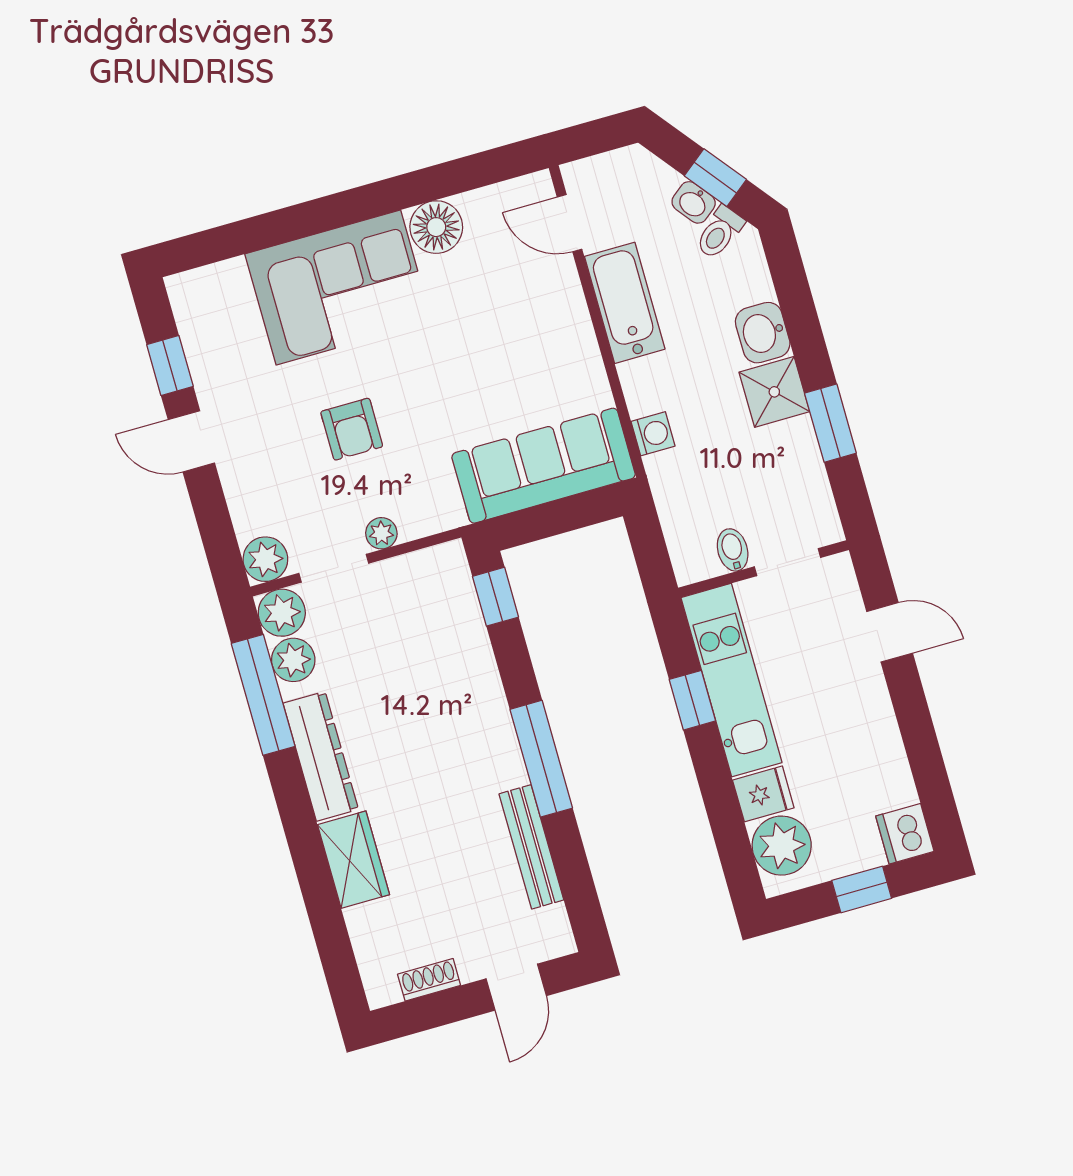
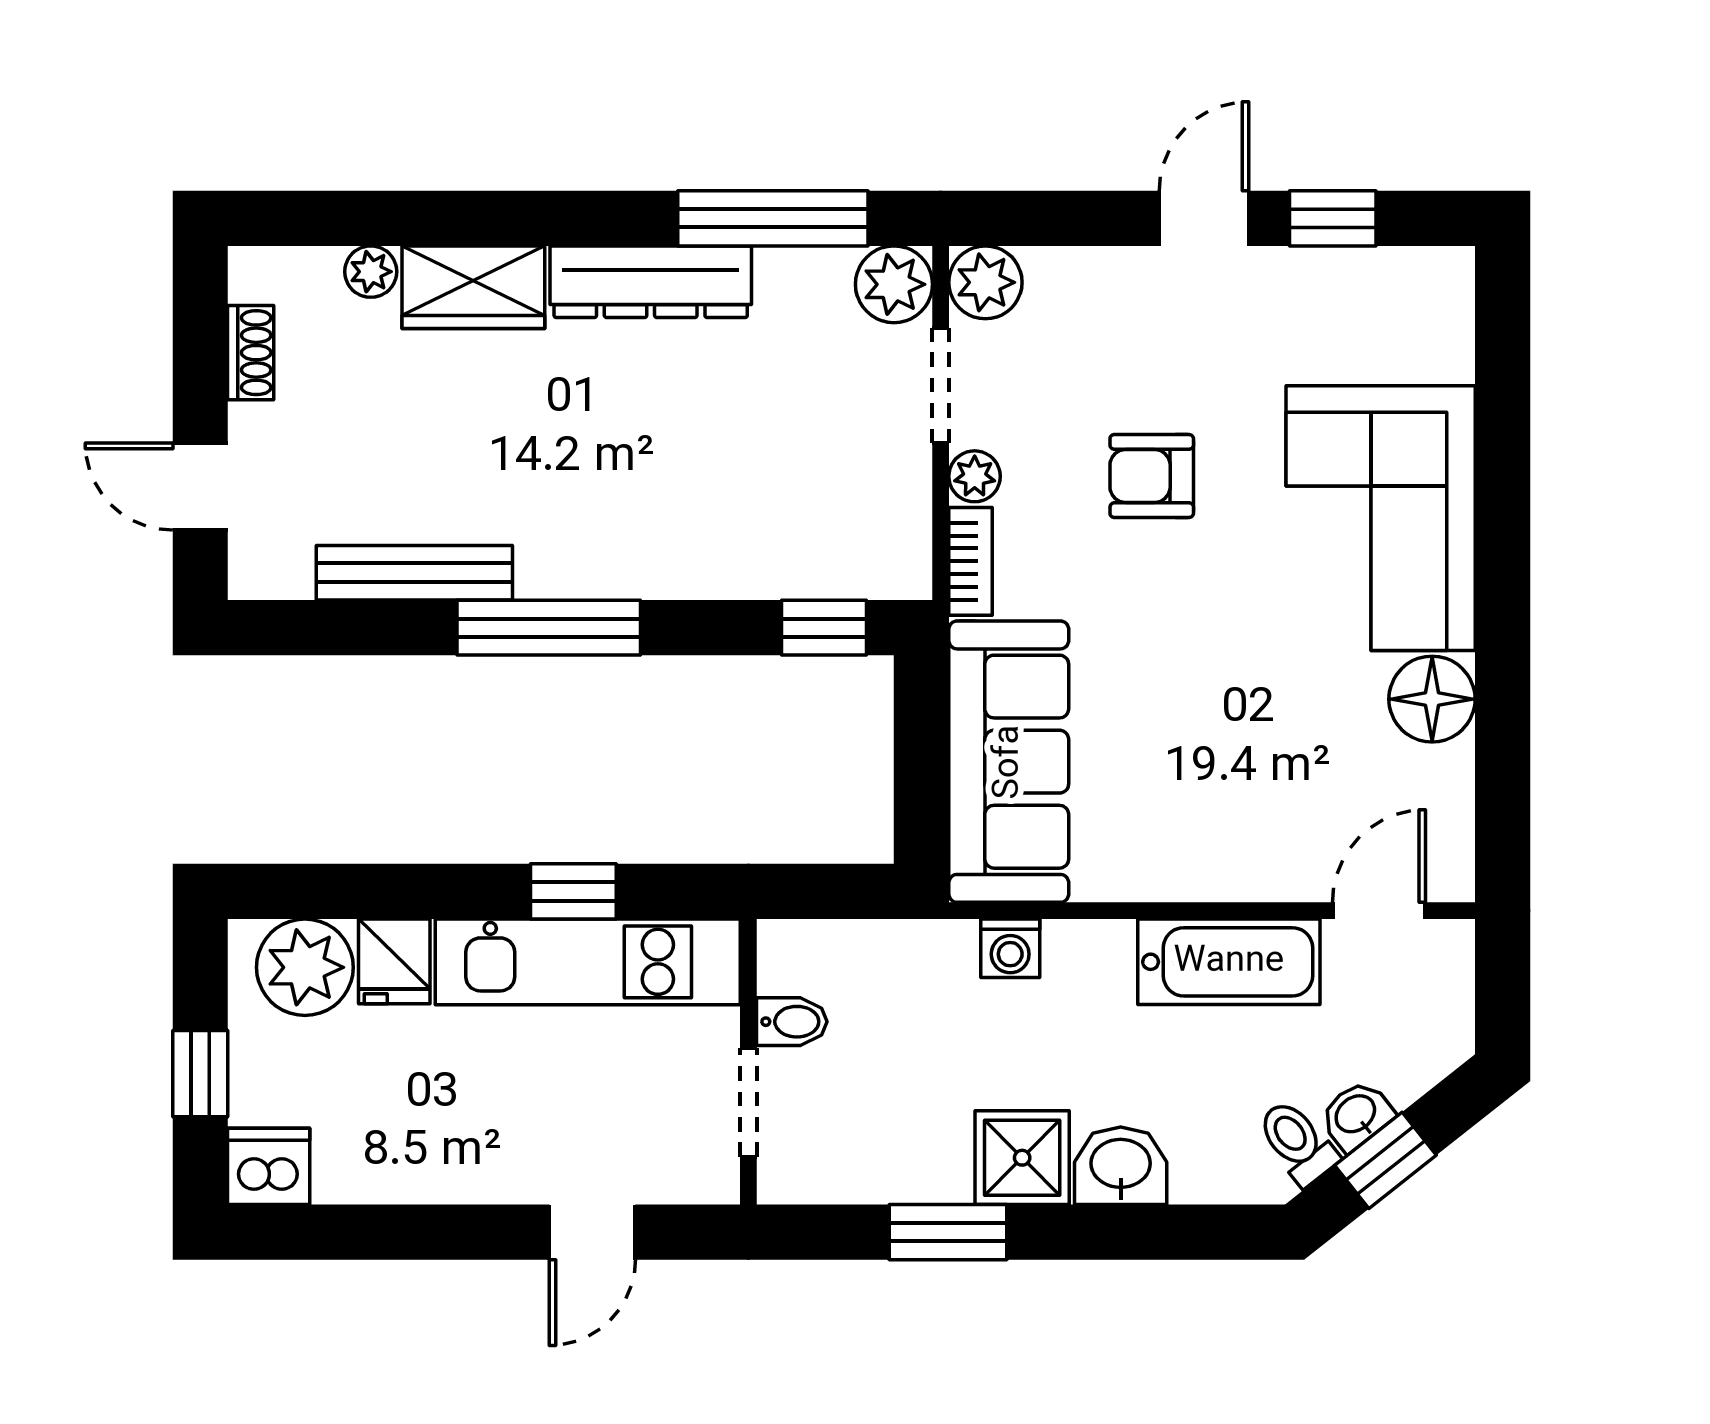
bookcase: (432, 522) -> (971, 561), added
plant: (293, 660) -> (371, 272), moved, width x0.73, depth x0.73

